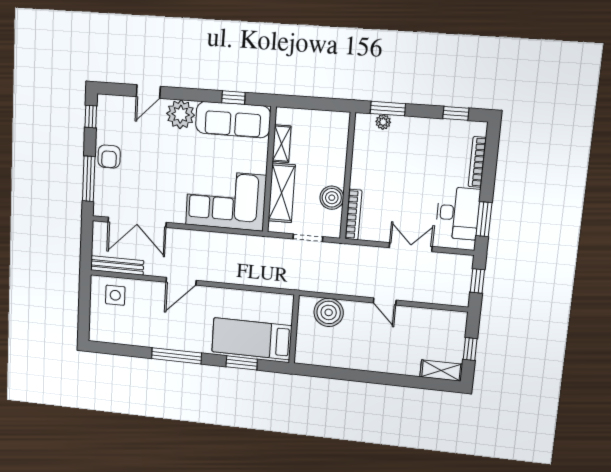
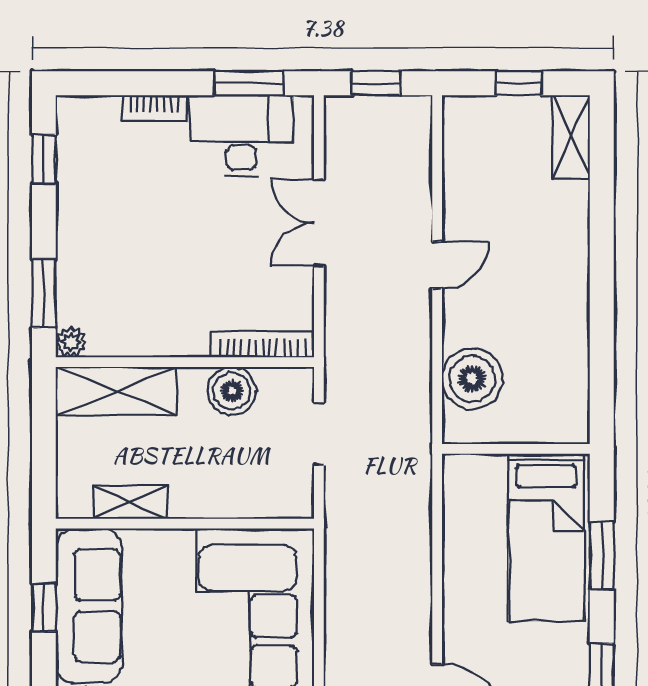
plant: (383, 122) -> (71, 342), moved
bookcase: (477, 162) -> (154, 108), width x0.64
shelving: (282, 193) -> (116, 391), moved

